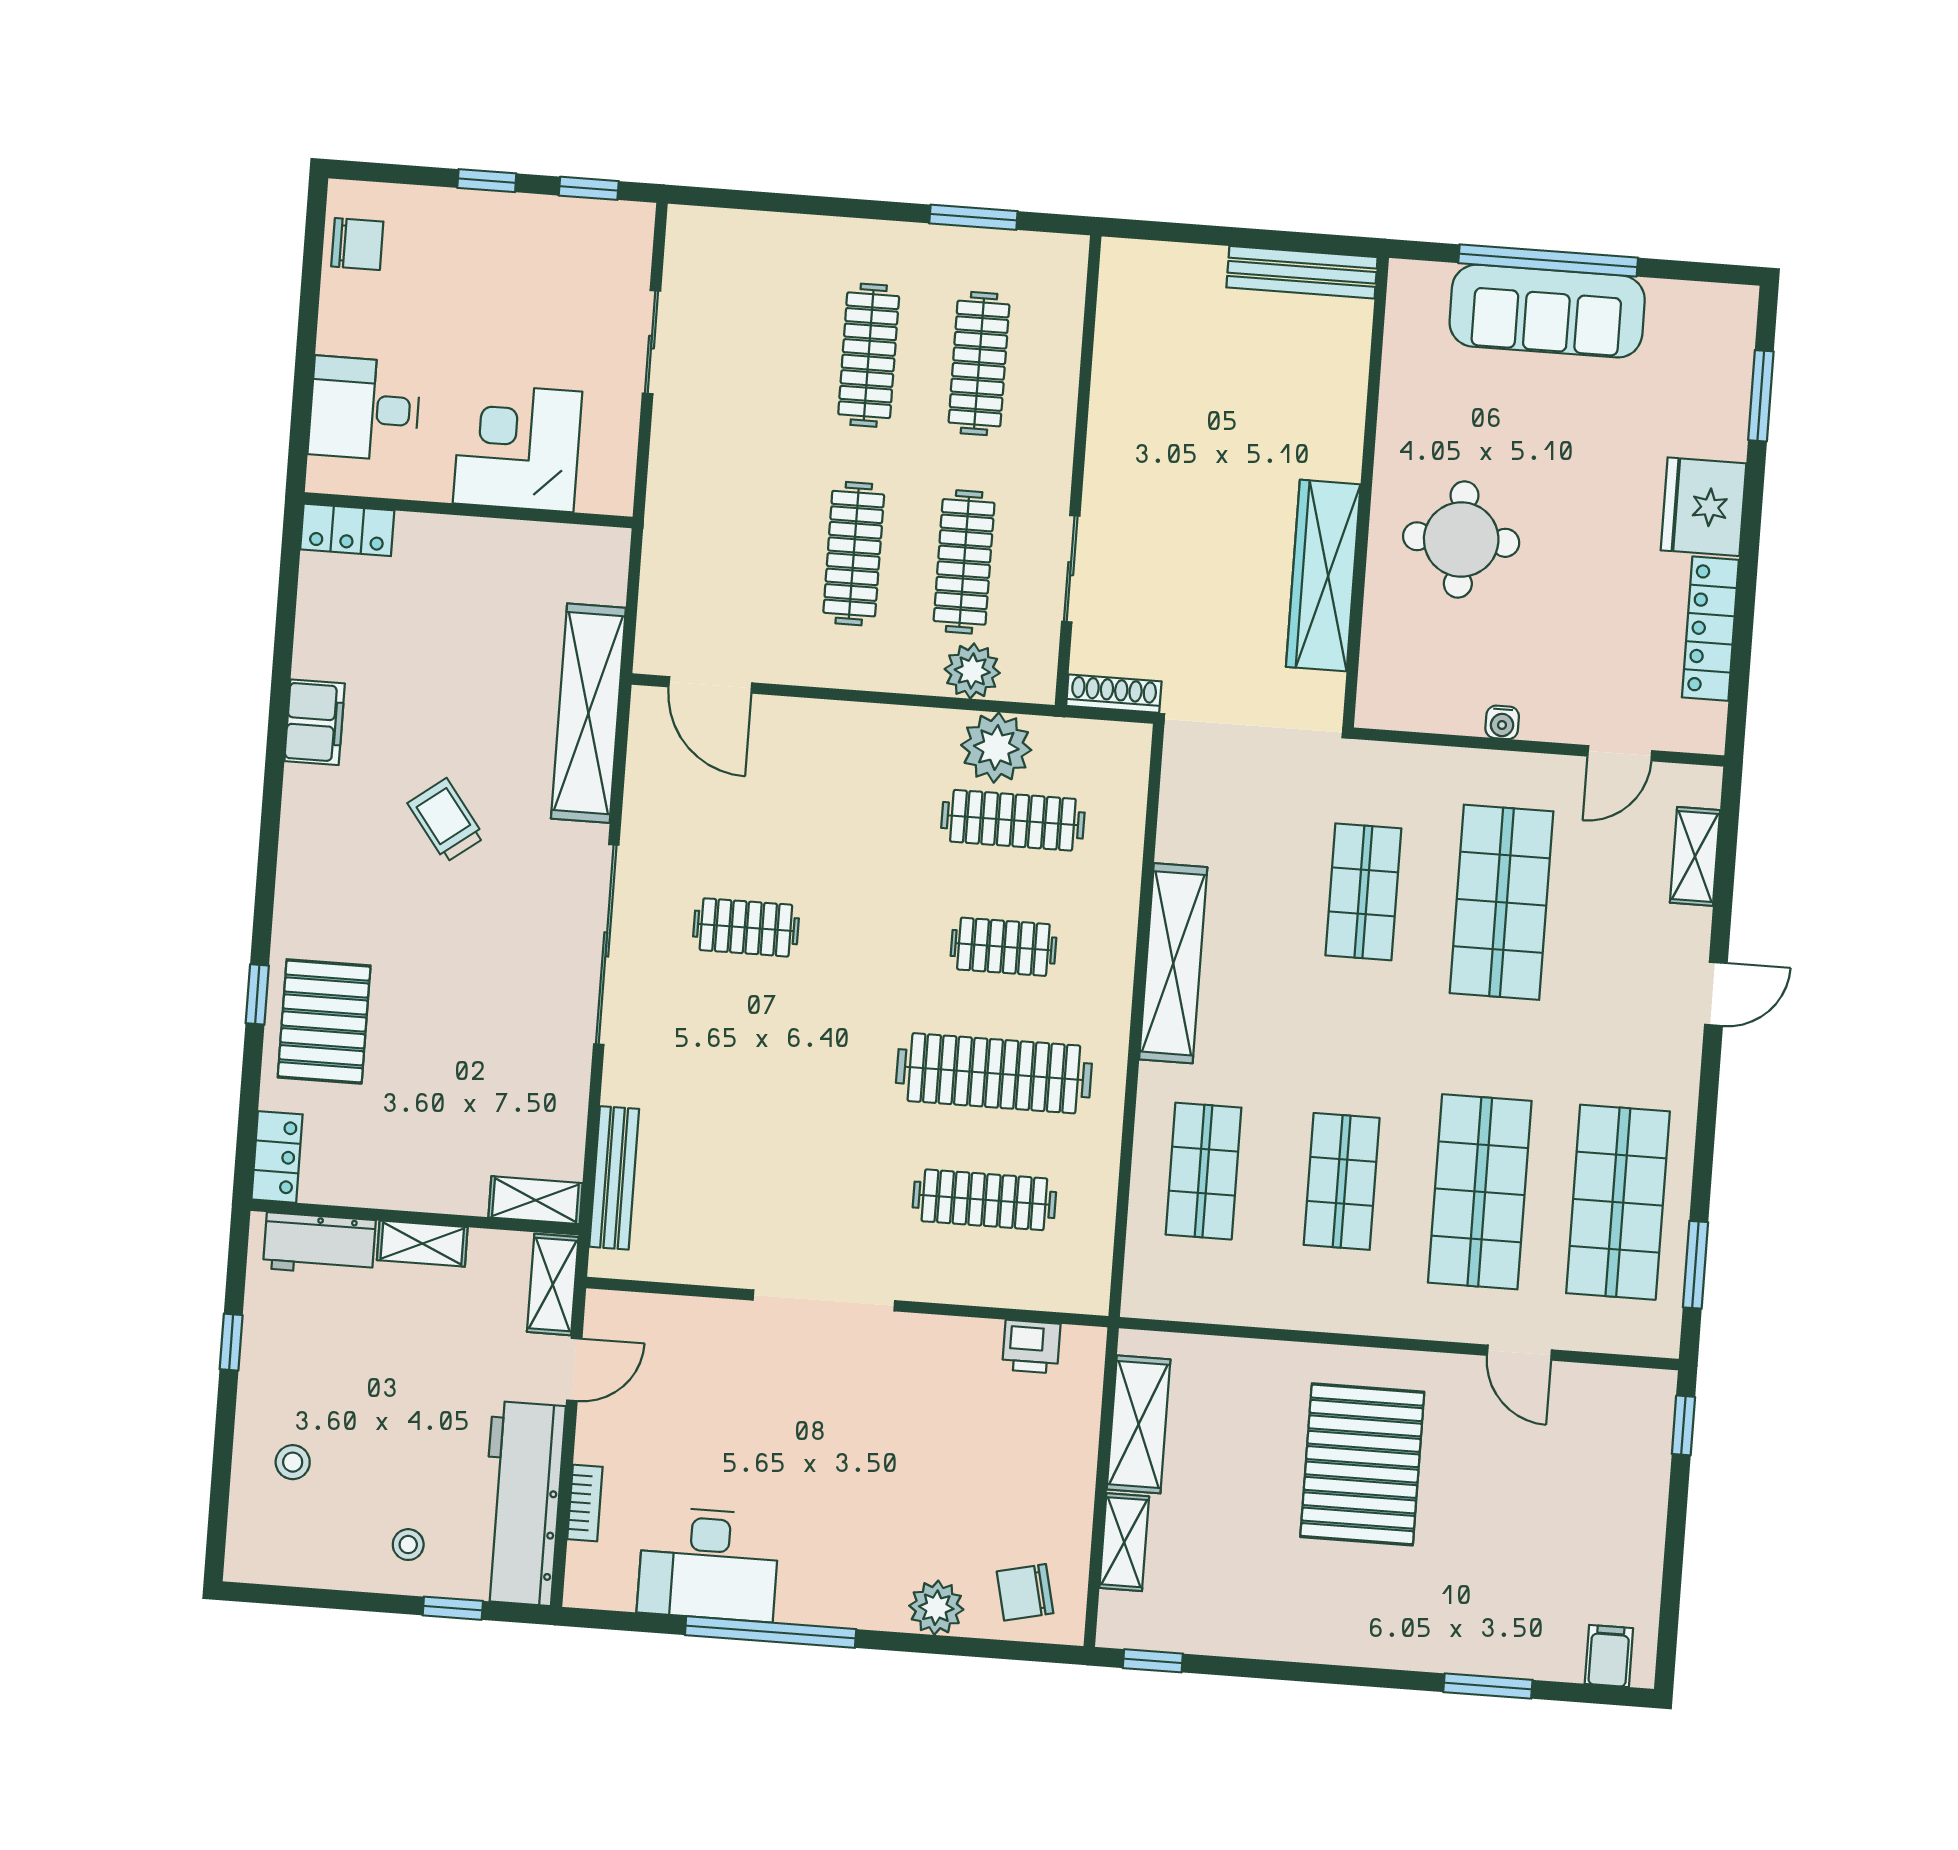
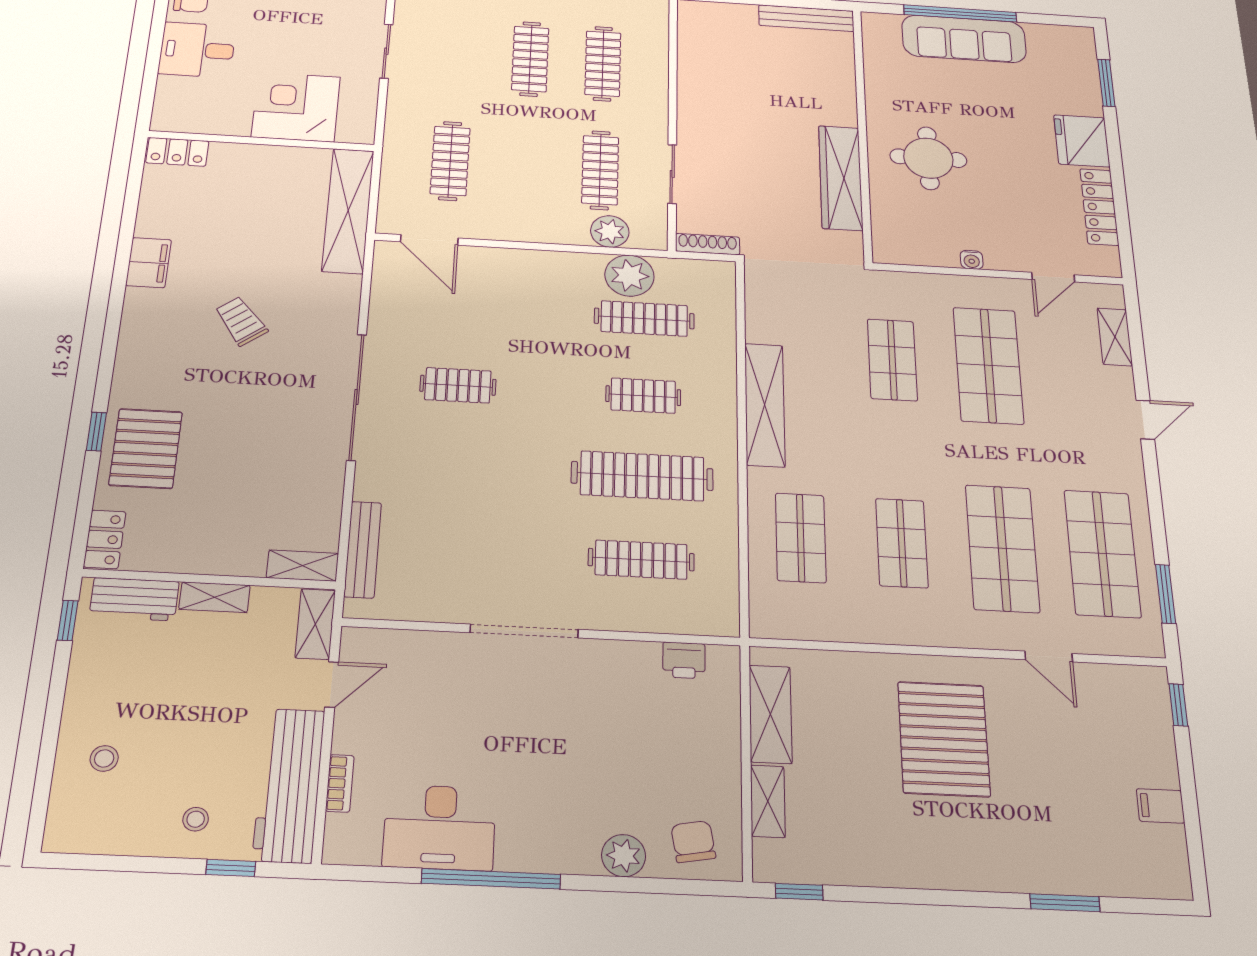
desk: (364, 409) -> (197, 50), moved
clothes rail: (854, 554) -> (450, 161), moved
shelving: (588, 713) -> (348, 210), moved
window: (231, 1342) -> (68, 620), moved
chair: (1025, 1592) -> (693, 842), turned 93
filing cabinet: (1609, 1656) -> (1161, 806), moved, turned -90

